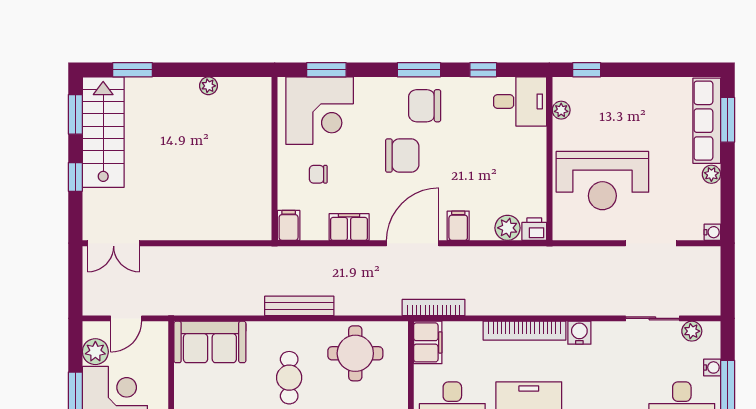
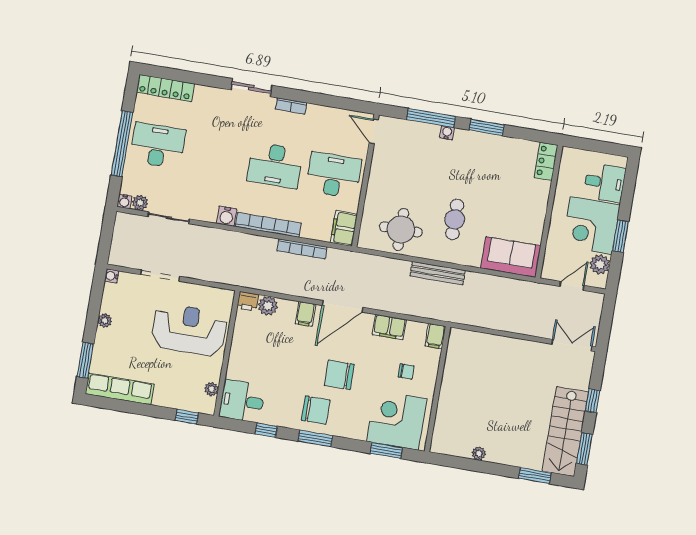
row of seats: (707, 121) -> (120, 389), moved, turned -90
bookcase: (434, 308) -> (302, 249), moved
water cooler: (712, 367) -> (124, 201), moved, turned -90

